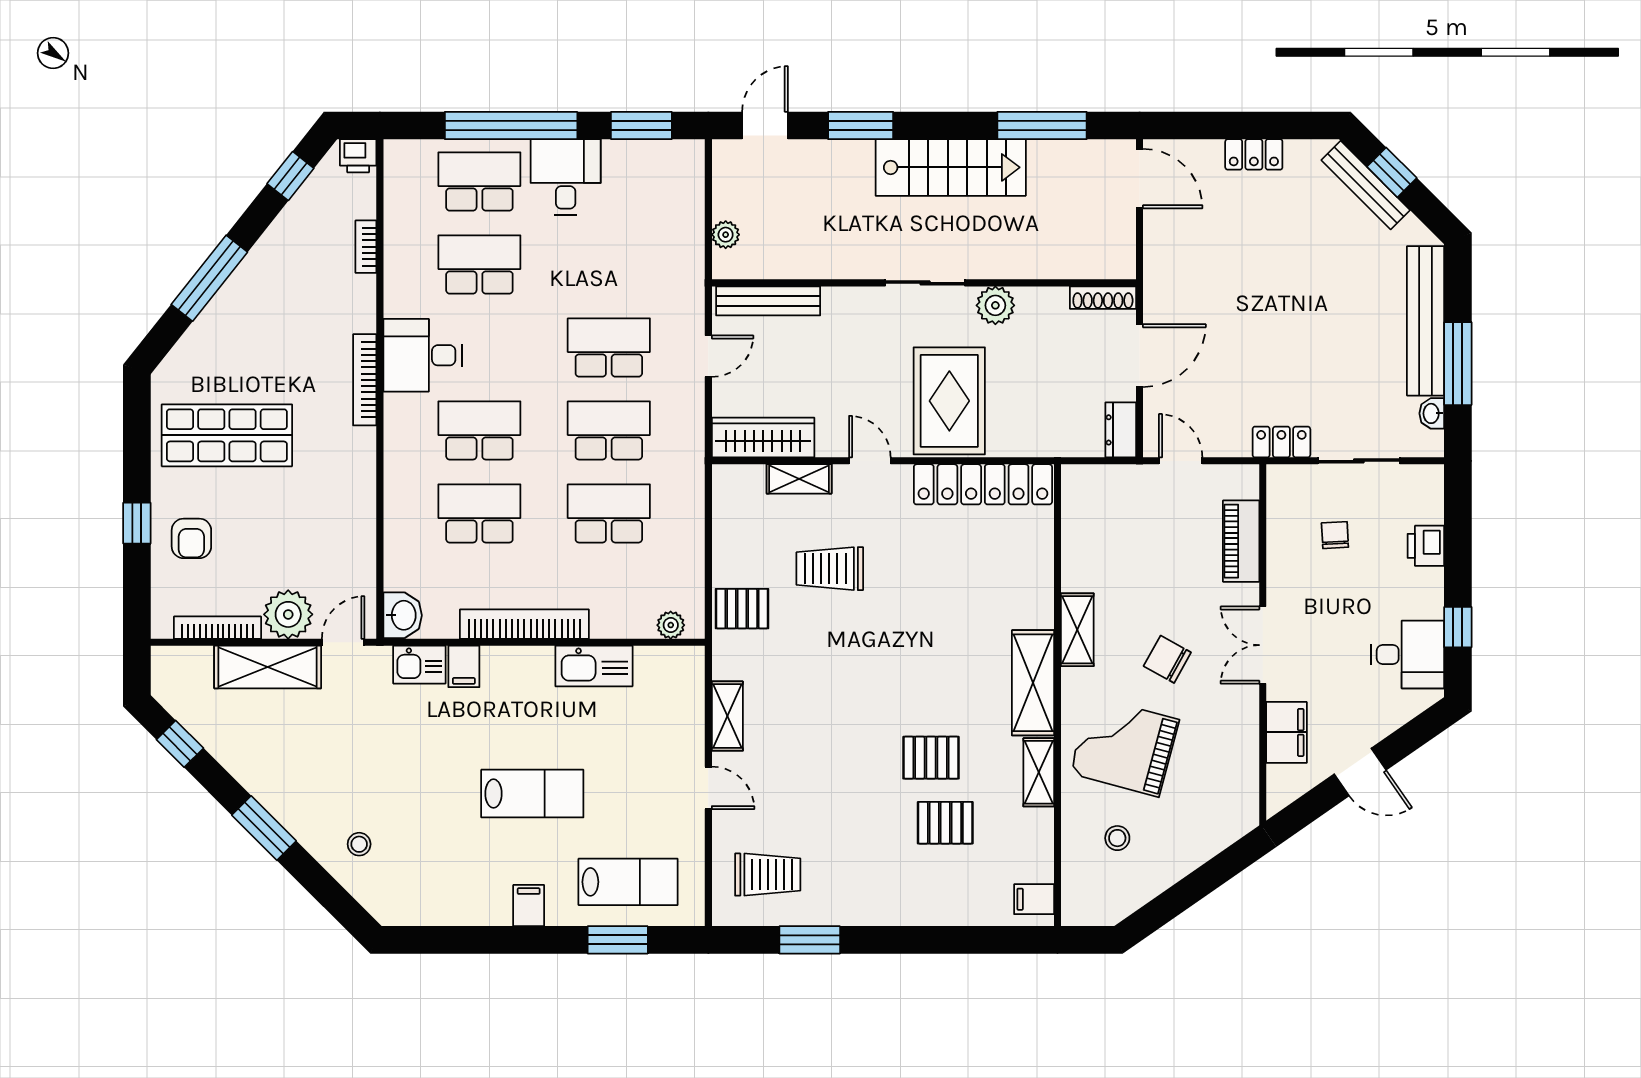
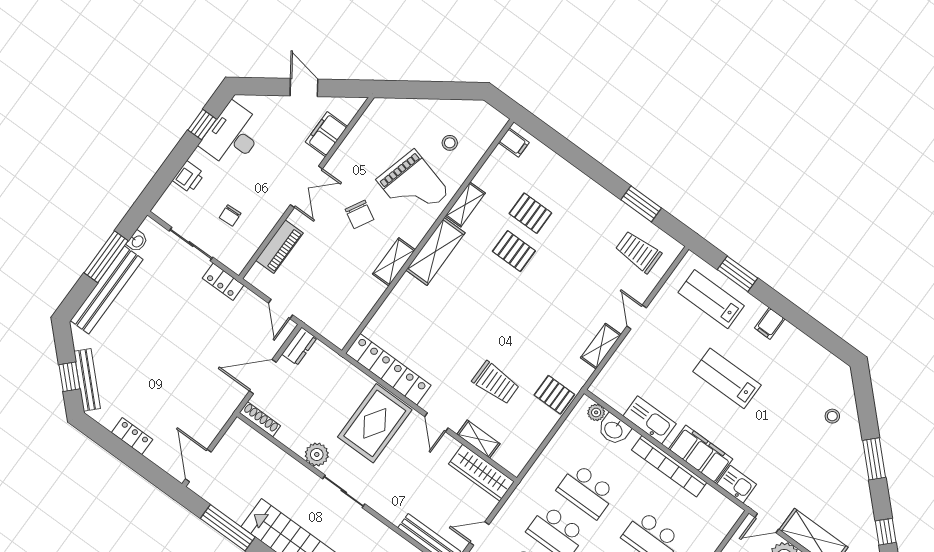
washbasin: (403, 615) -> (614, 430), moved, turned -90
desk: (1408, 655) -> (233, 136), width x1.37
filing cabinet: (464, 666) -> (701, 454), width x3.00, depth x1.17

